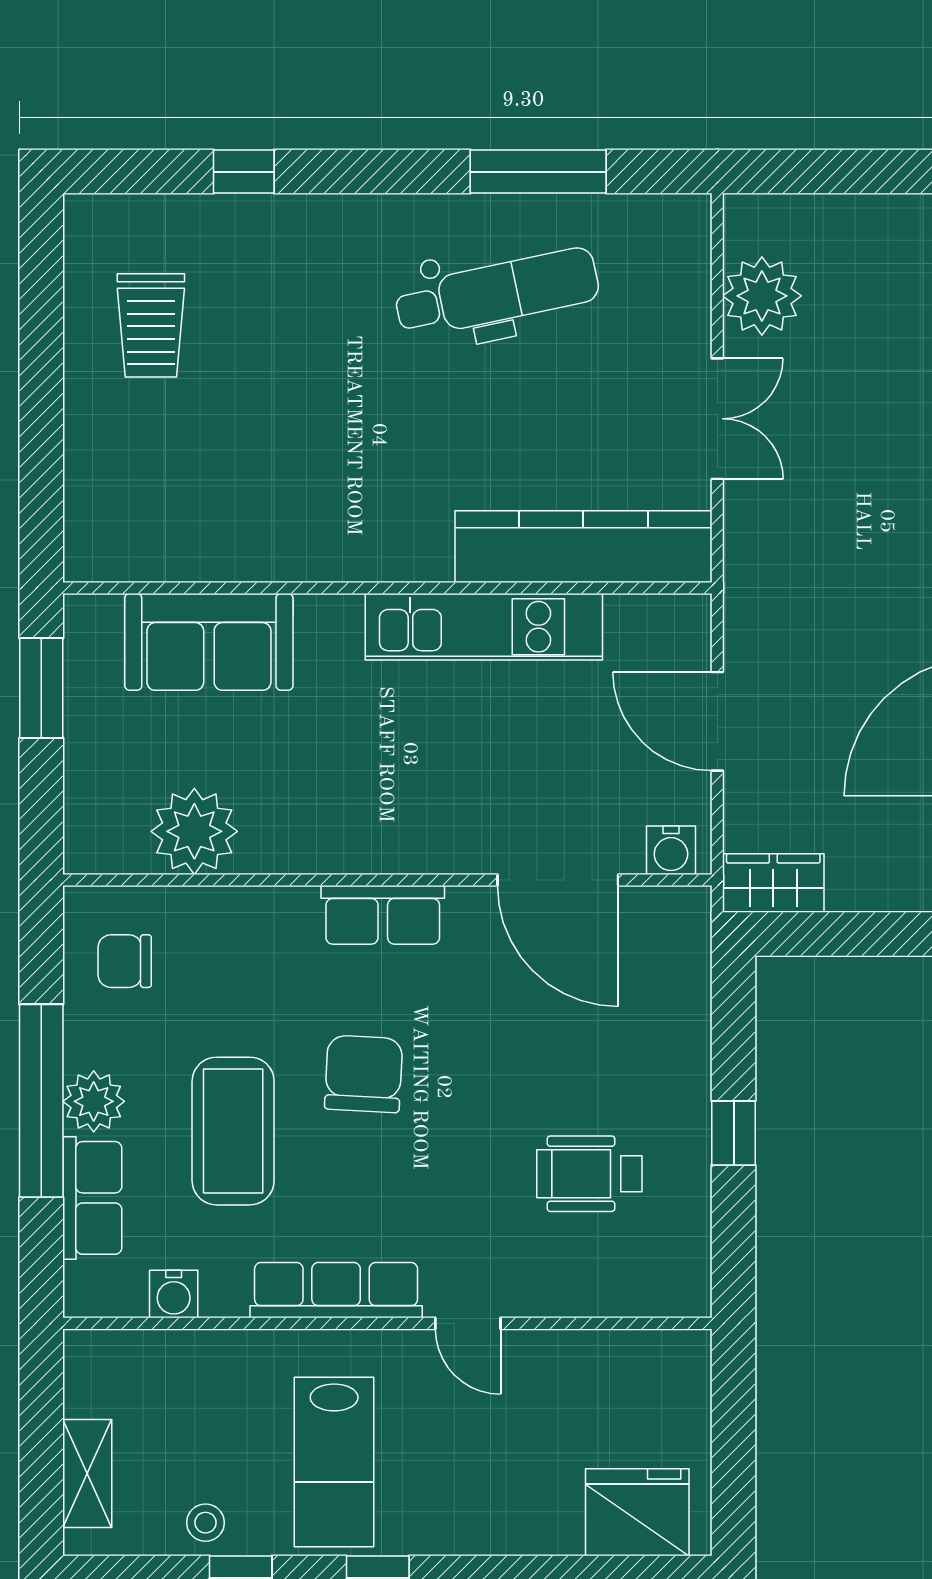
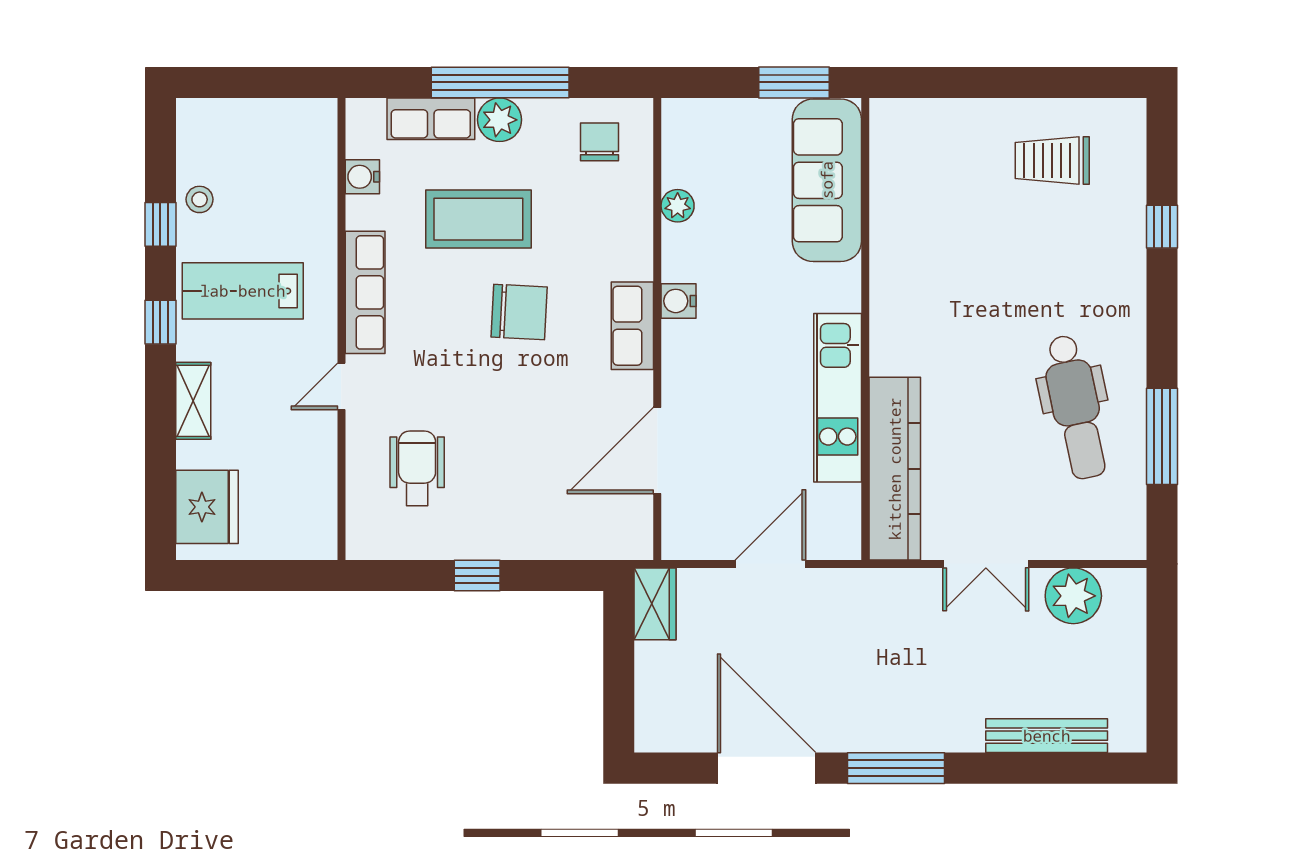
sofa: (209, 642) -> (827, 180), width x1.36
plant: (194, 831) -> (678, 206), width x0.53, depth x0.53
water cooler: (671, 850) -> (679, 301), moved
wheelchair: (589, 1174) -> (417, 468), moved
shelving: (87, 1474) -> (193, 401), moved, turned 90

